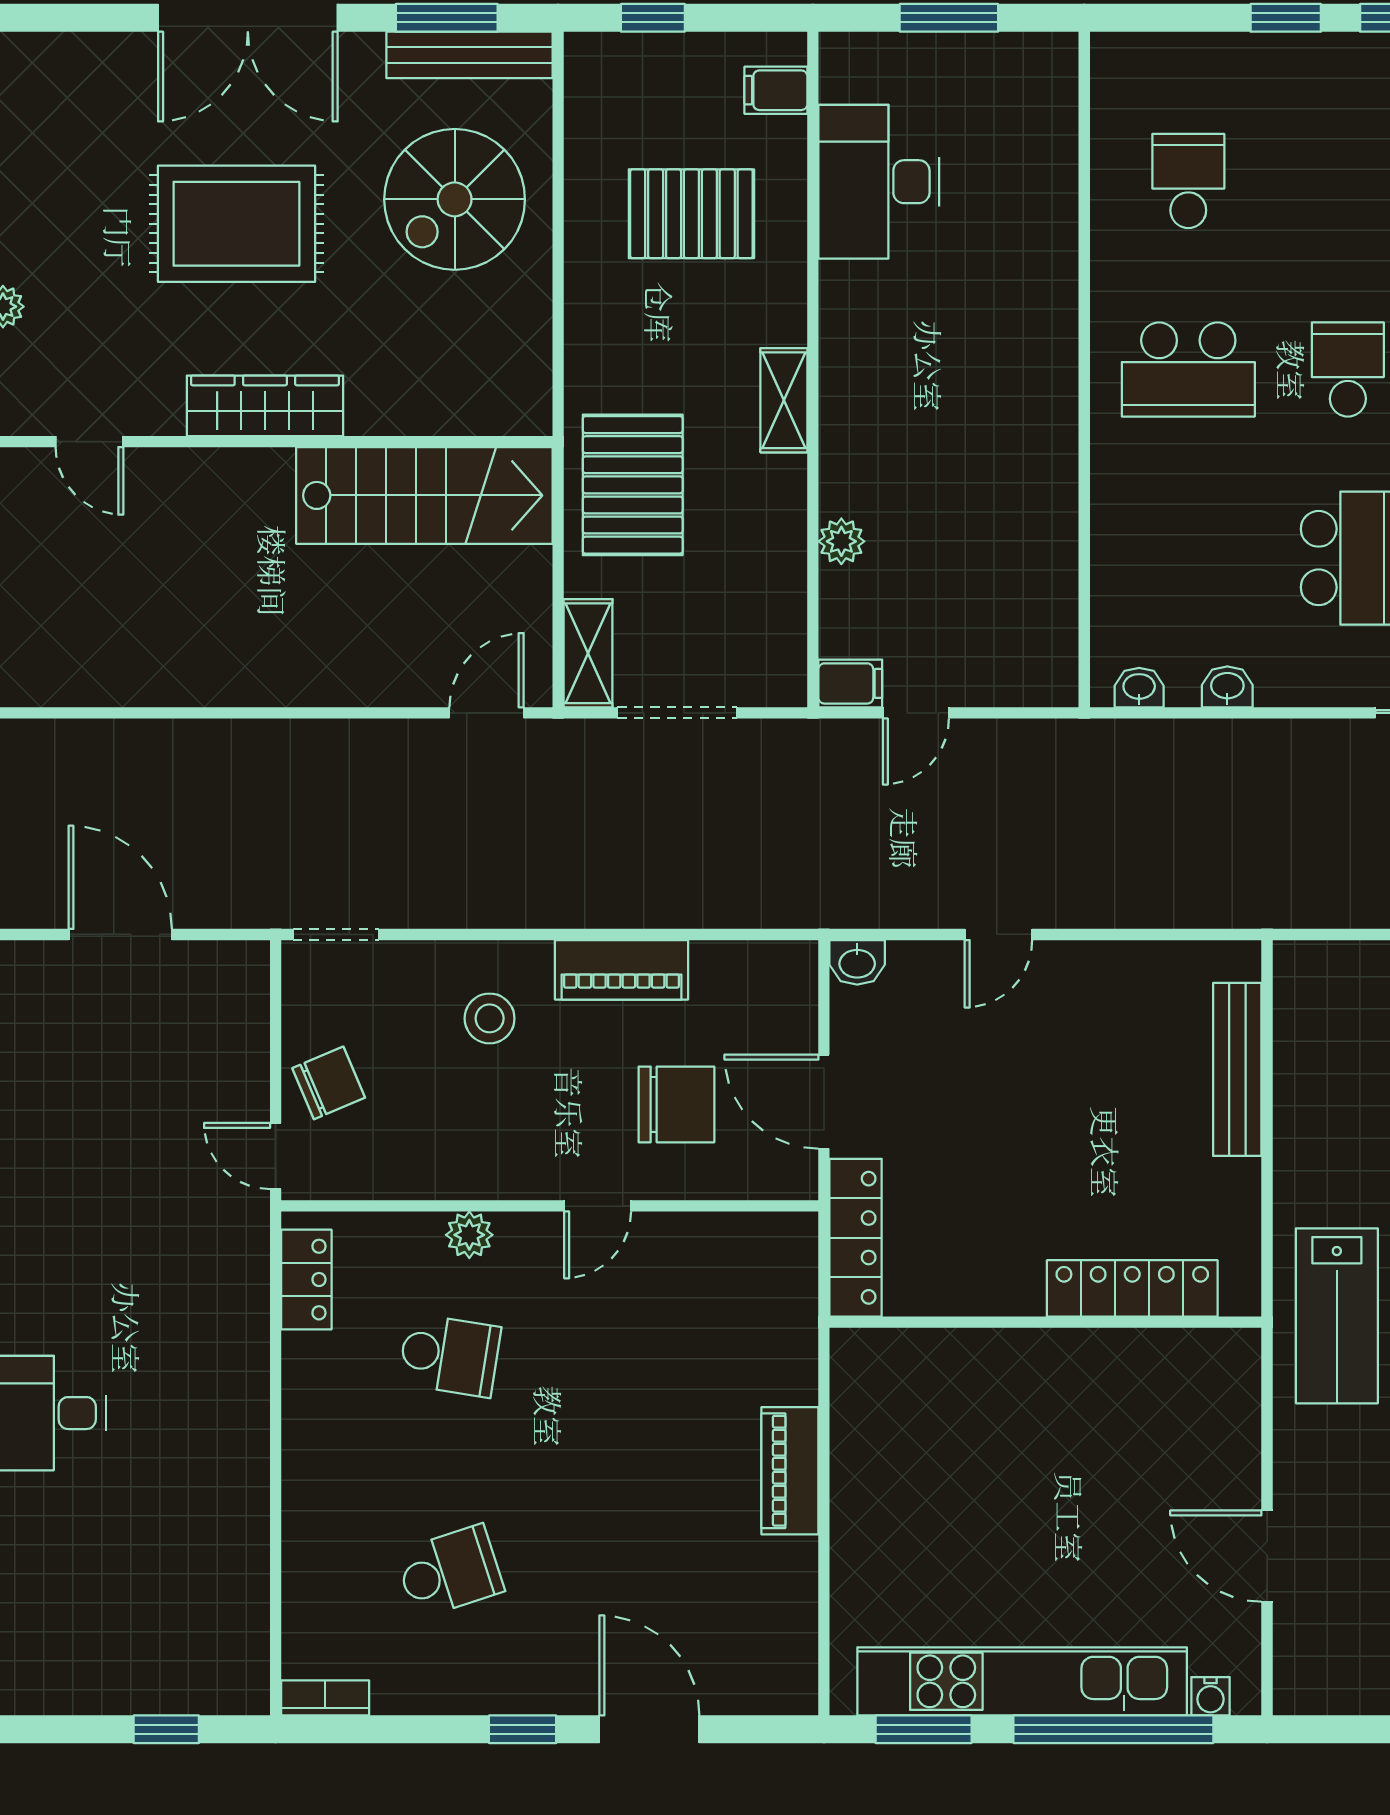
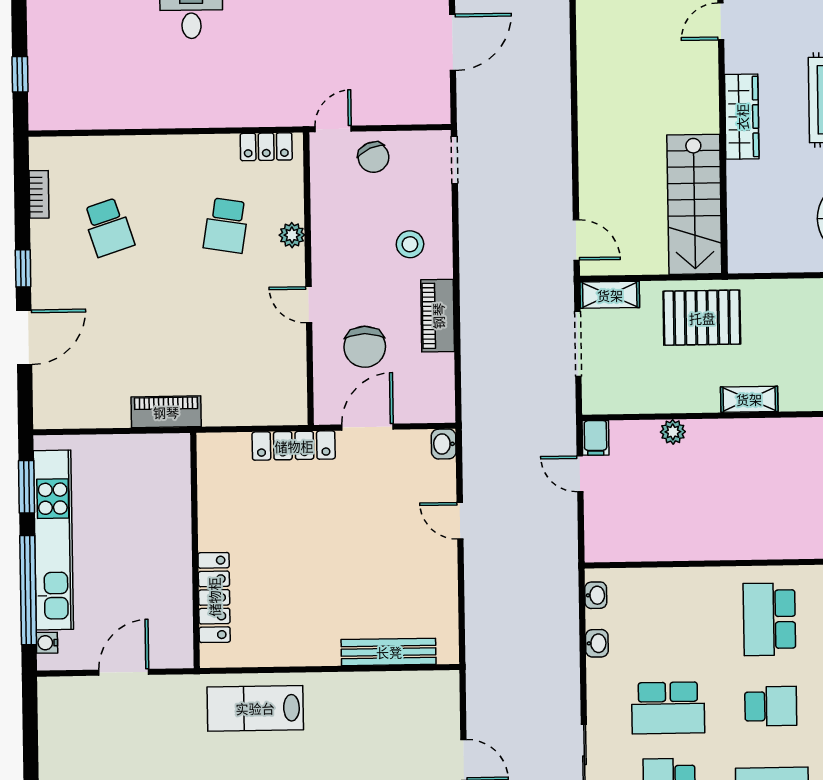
locker: (1132, 1288) -> (214, 597), moved
wall: (1045, 1322) -> (195, 551), moved
bookcase: (325, 1698) -> (39, 194), moved

